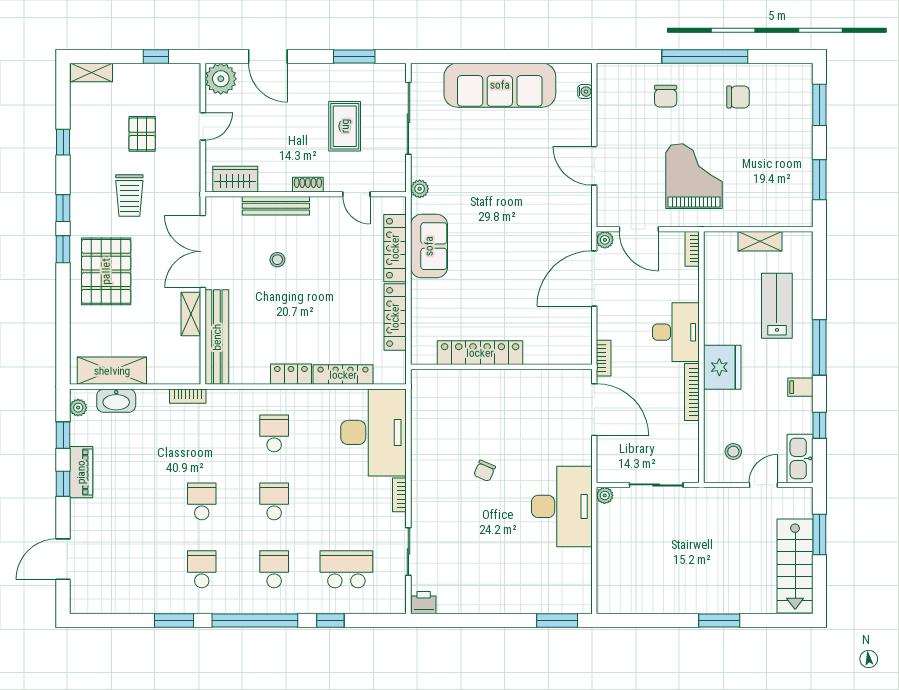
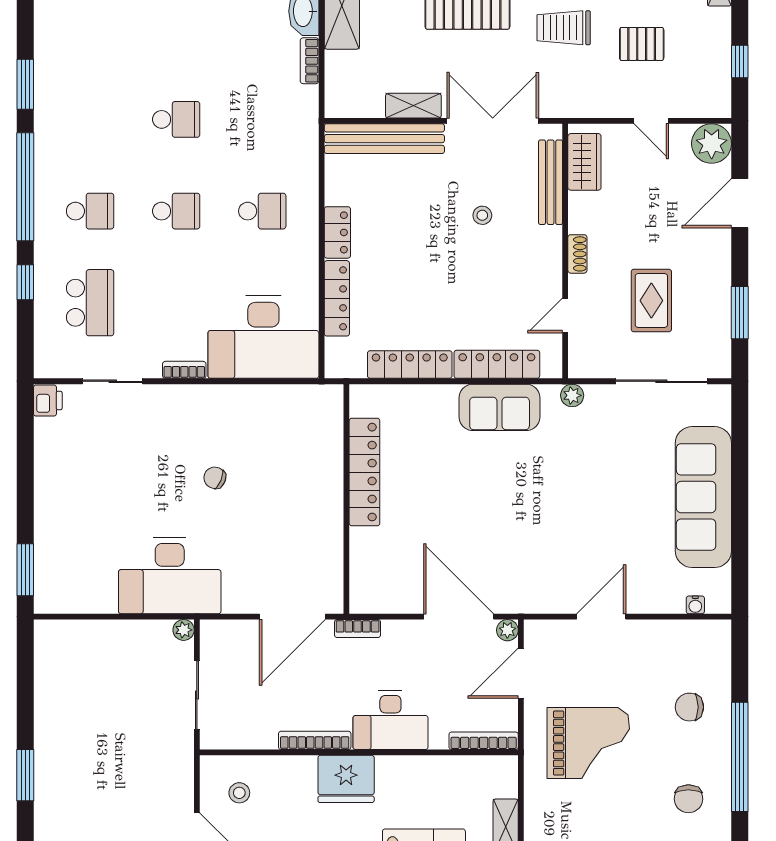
rug: (345, 126) -> (651, 301), turned 90
bench: (276, 206) -> (551, 182), moved
bookcase: (692, 249) -> (484, 741), width x1.56
bookcase: (188, 396) -> (310, 61), moved
school desk: (202, 569) -> (90, 119), removed

